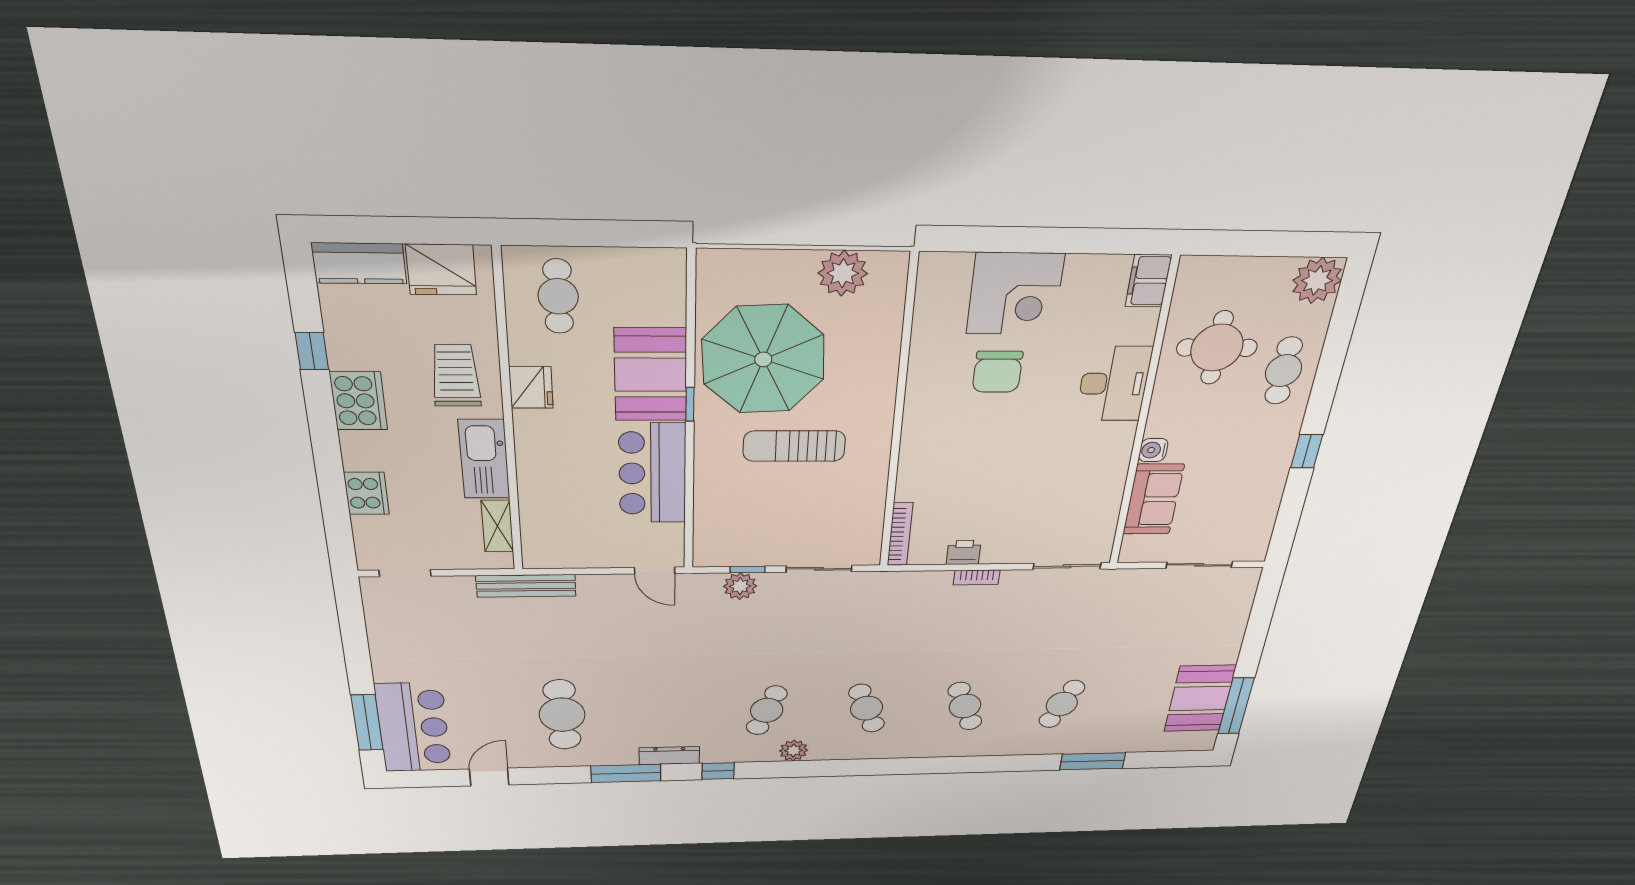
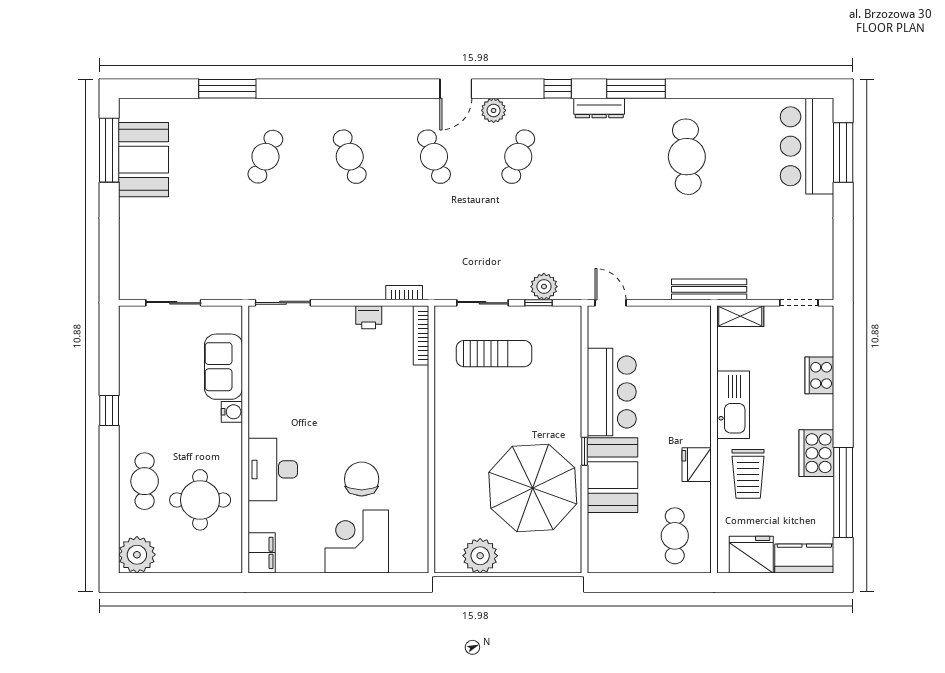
window: (312, 351) -> (843, 492), width x3.17
sun lounger: (794, 446) -> (494, 354), moved
shelving: (497, 526) -> (740, 316), moved, turned 90
bookcase: (977, 577) -> (404, 293), moved
door: (489, 777) -> (456, 89), moved

